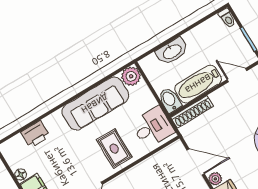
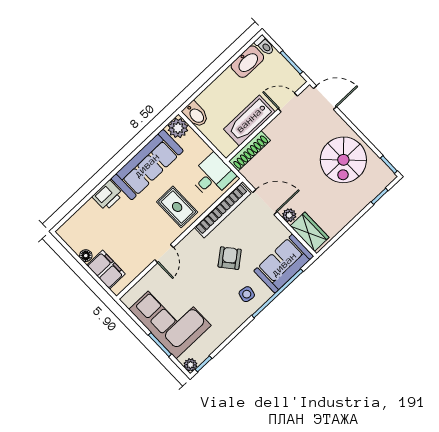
washbasin: (172, 51) -> (247, 62), moved
bidet: (170, 100) -> (196, 114), moved, turned 180
printer: (35, 134) -> (108, 195), moved
bookcase: (155, 161) -> (223, 210), added

